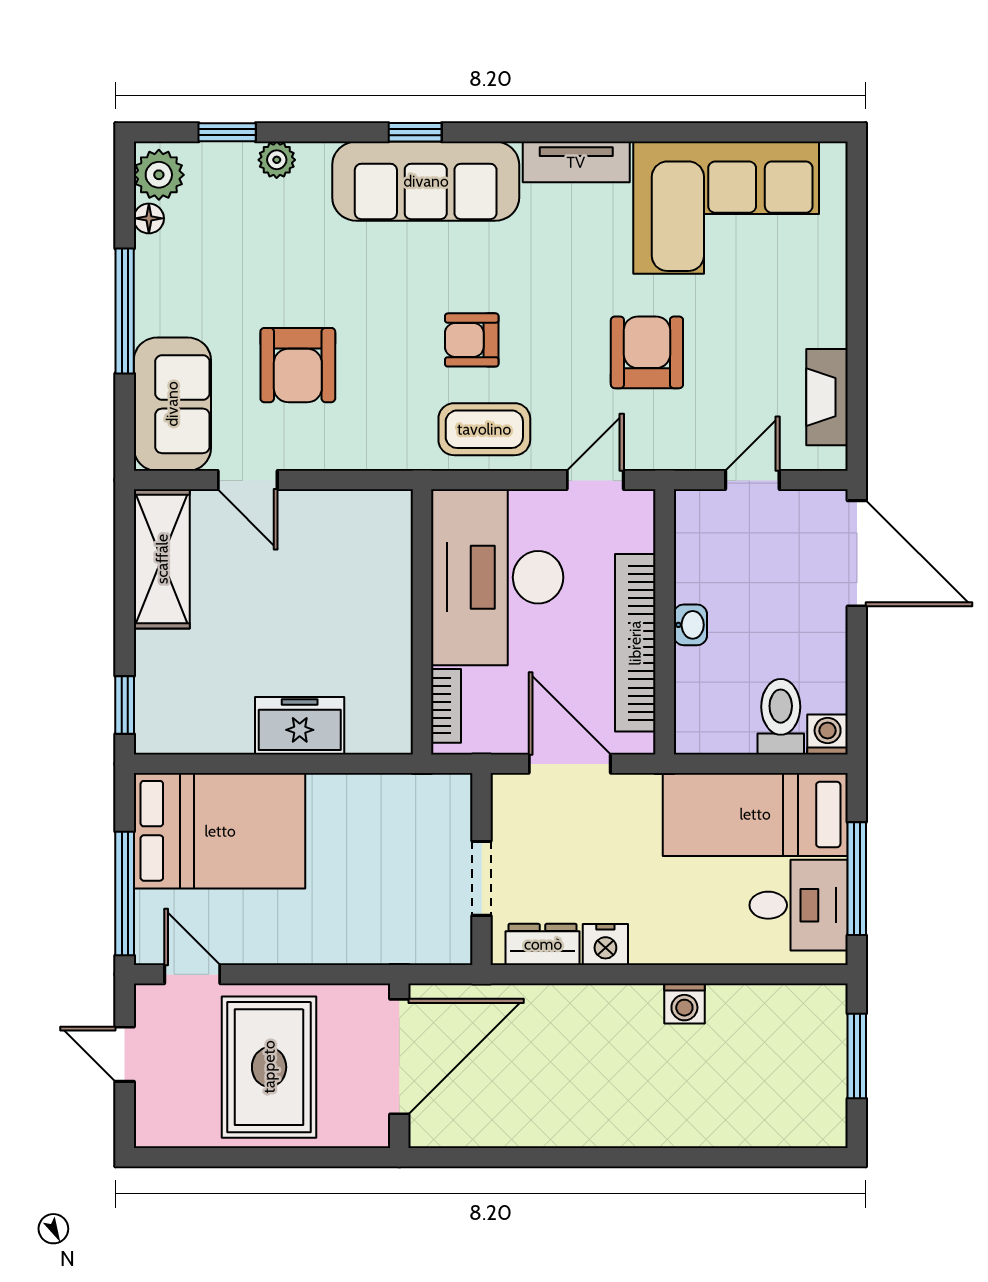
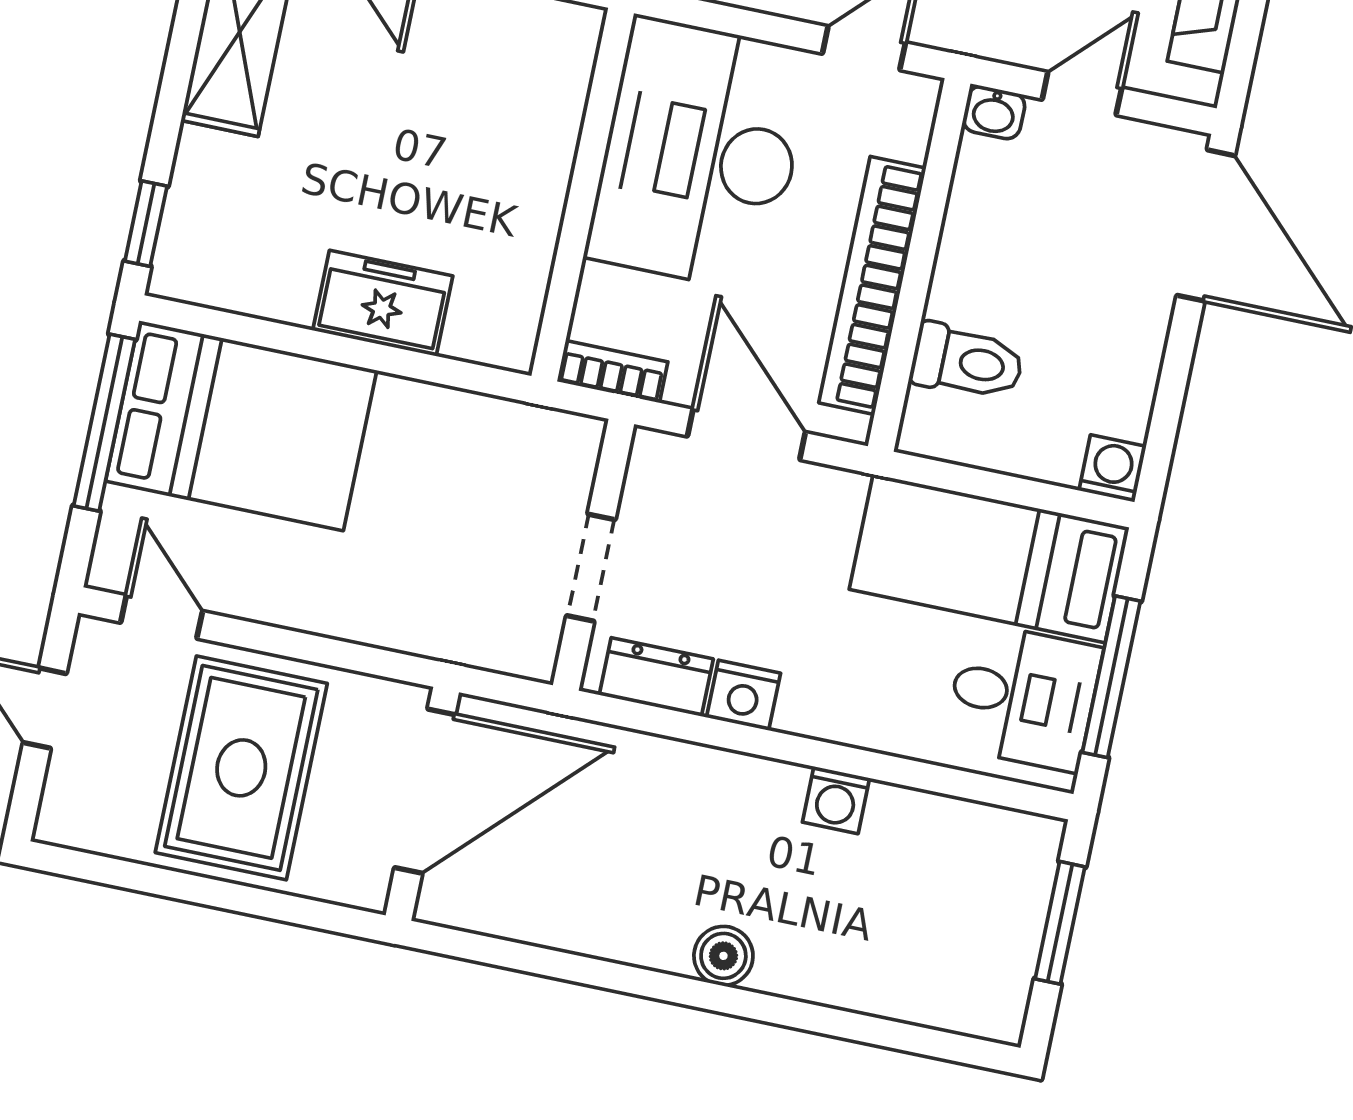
washbasin: (690, 625) -> (994, 112), moved, turned 90
bookcase: (446, 706) -> (612, 372), moved, turned -90
toilet: (781, 717) -> (967, 362), moved, turned 90
window: (125, 893) -> (104, 423), moved
boiler: (629, 1127) -> (723, 956), added

